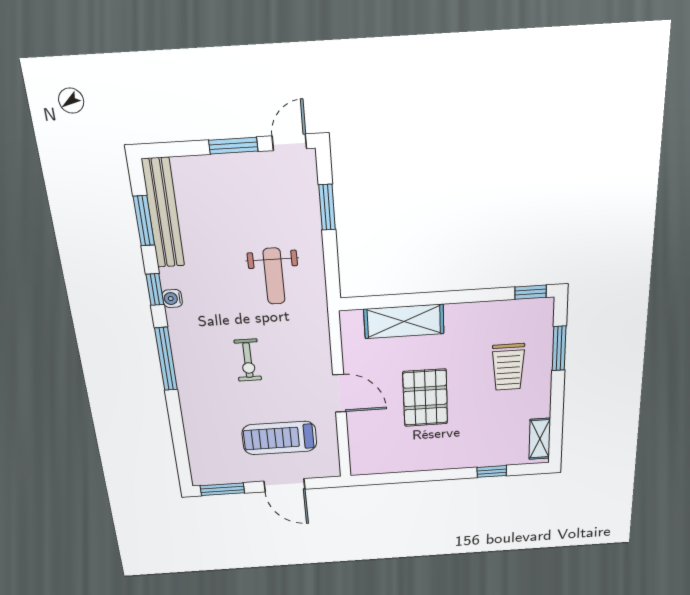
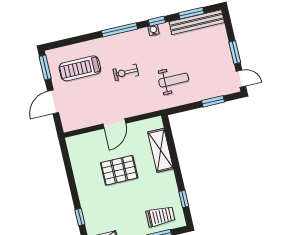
weight bench: (274, 276) -> (174, 80), turned 180
window: (531, 292) -> (184, 199), moved
trolley: (508, 367) -> (160, 216), moved, turned 180
treadmill: (279, 438) -> (80, 68), moved, turned -90

